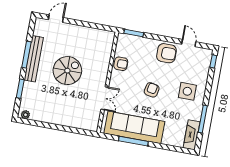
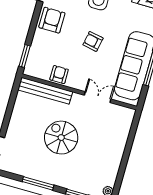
bench: (34, 59) -> (45, 91), moved

